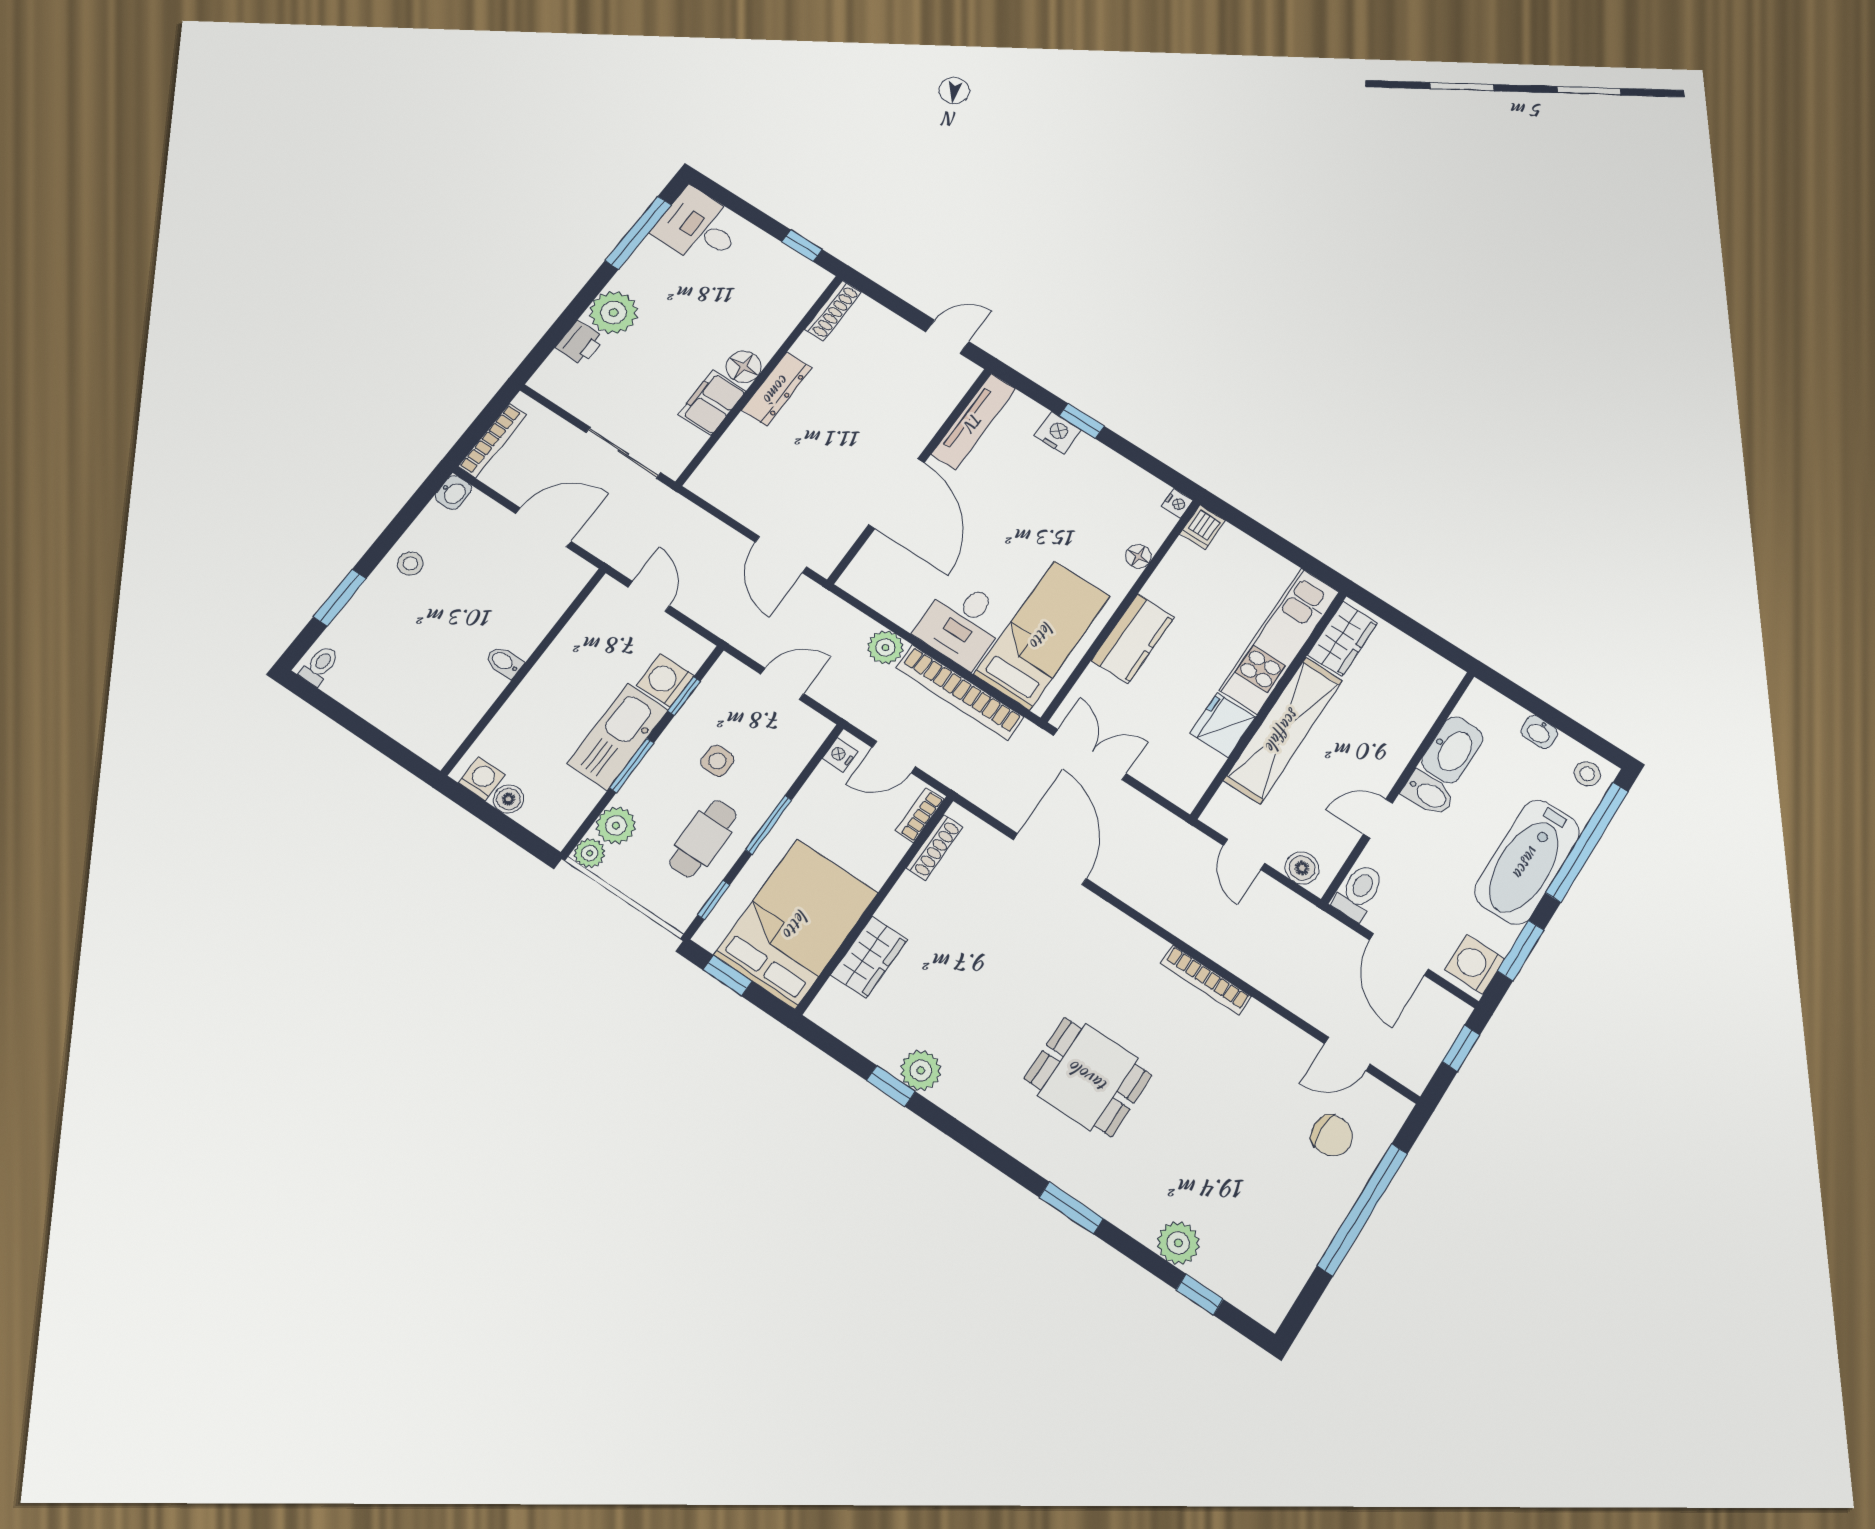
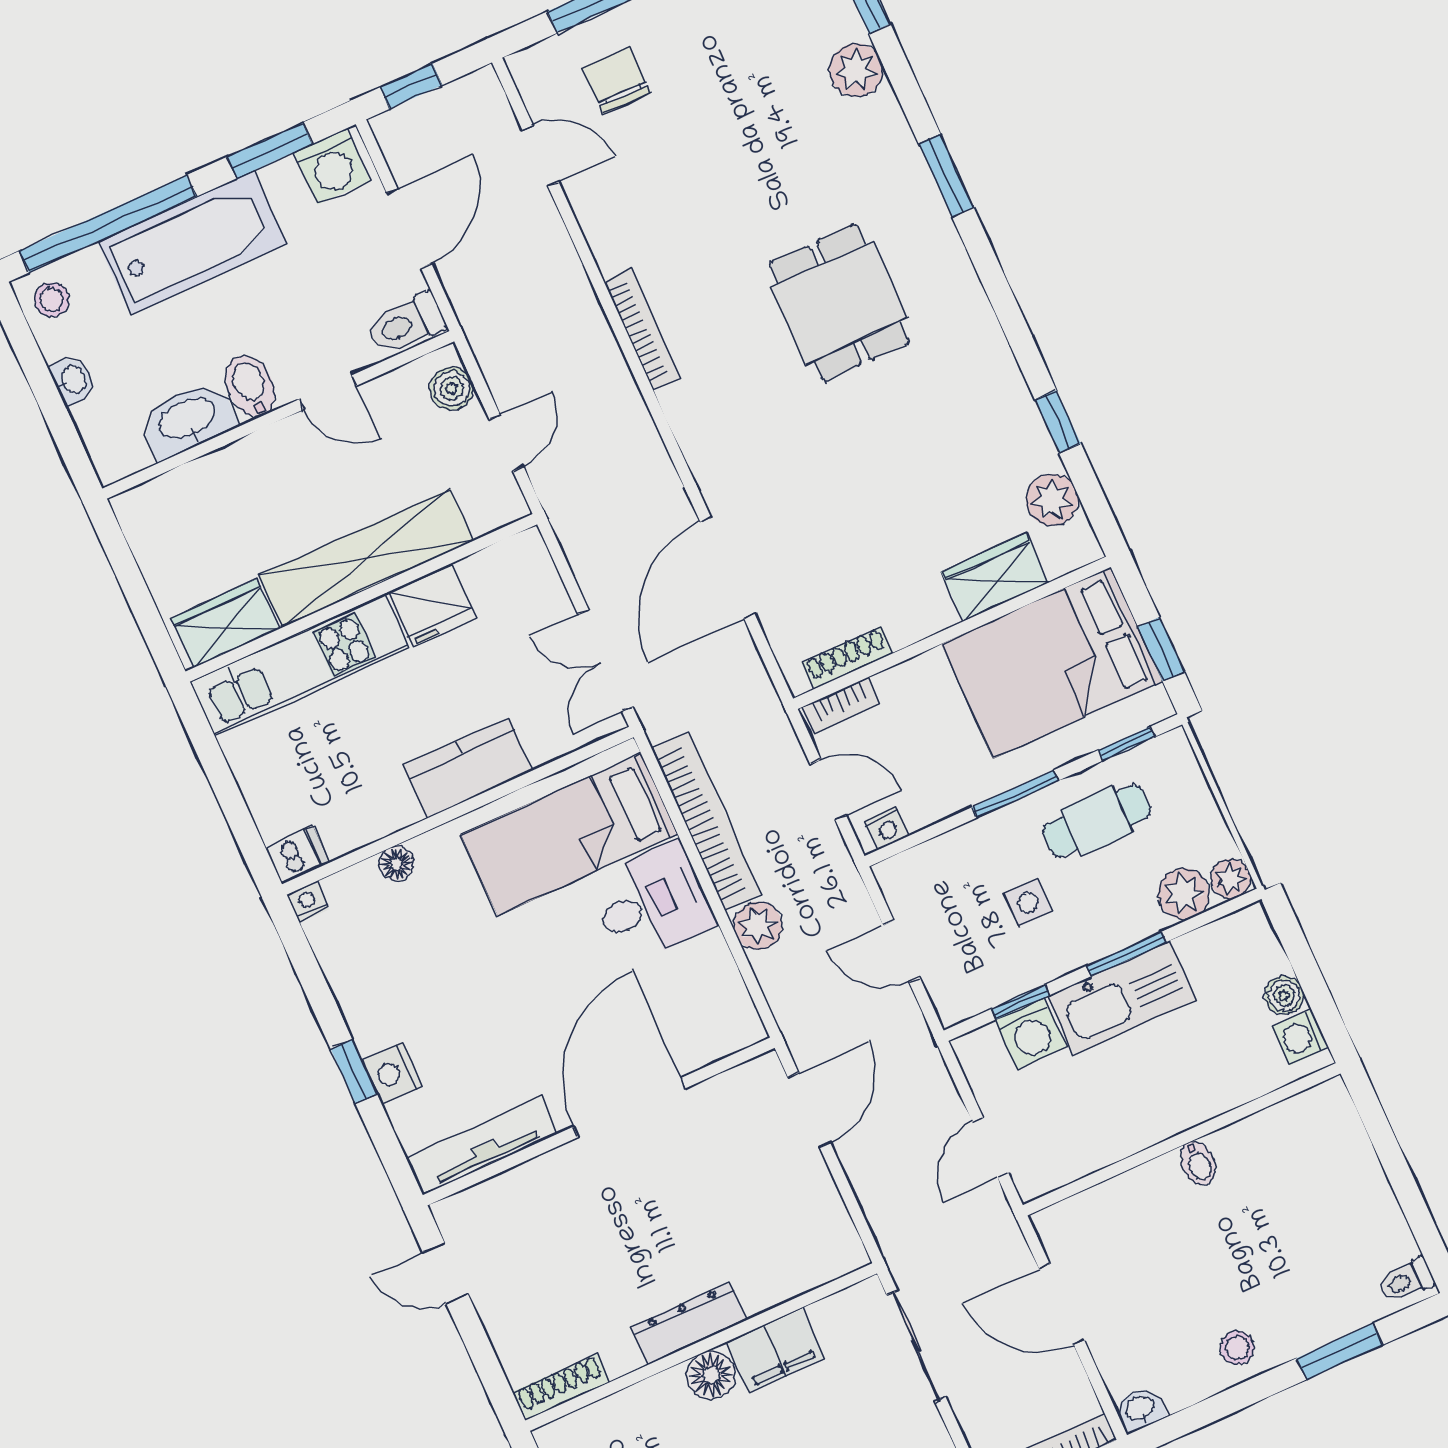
plant: (921, 1070) -> (1052, 500), moved

